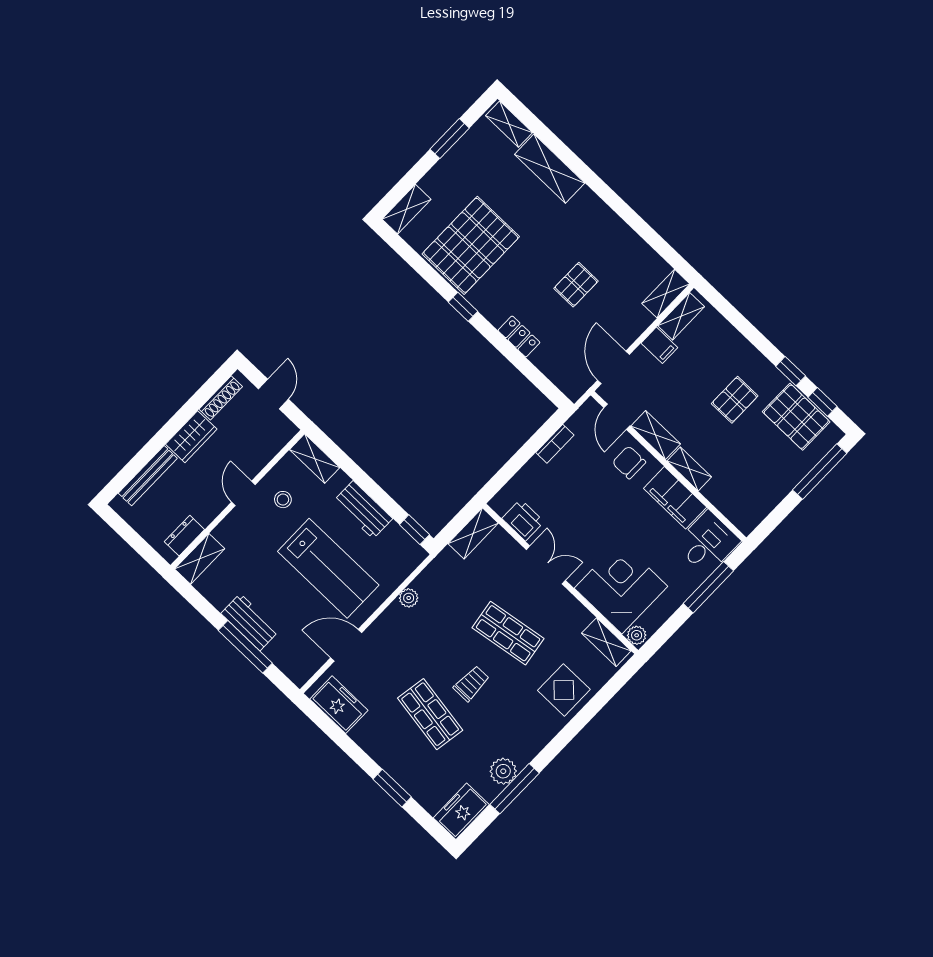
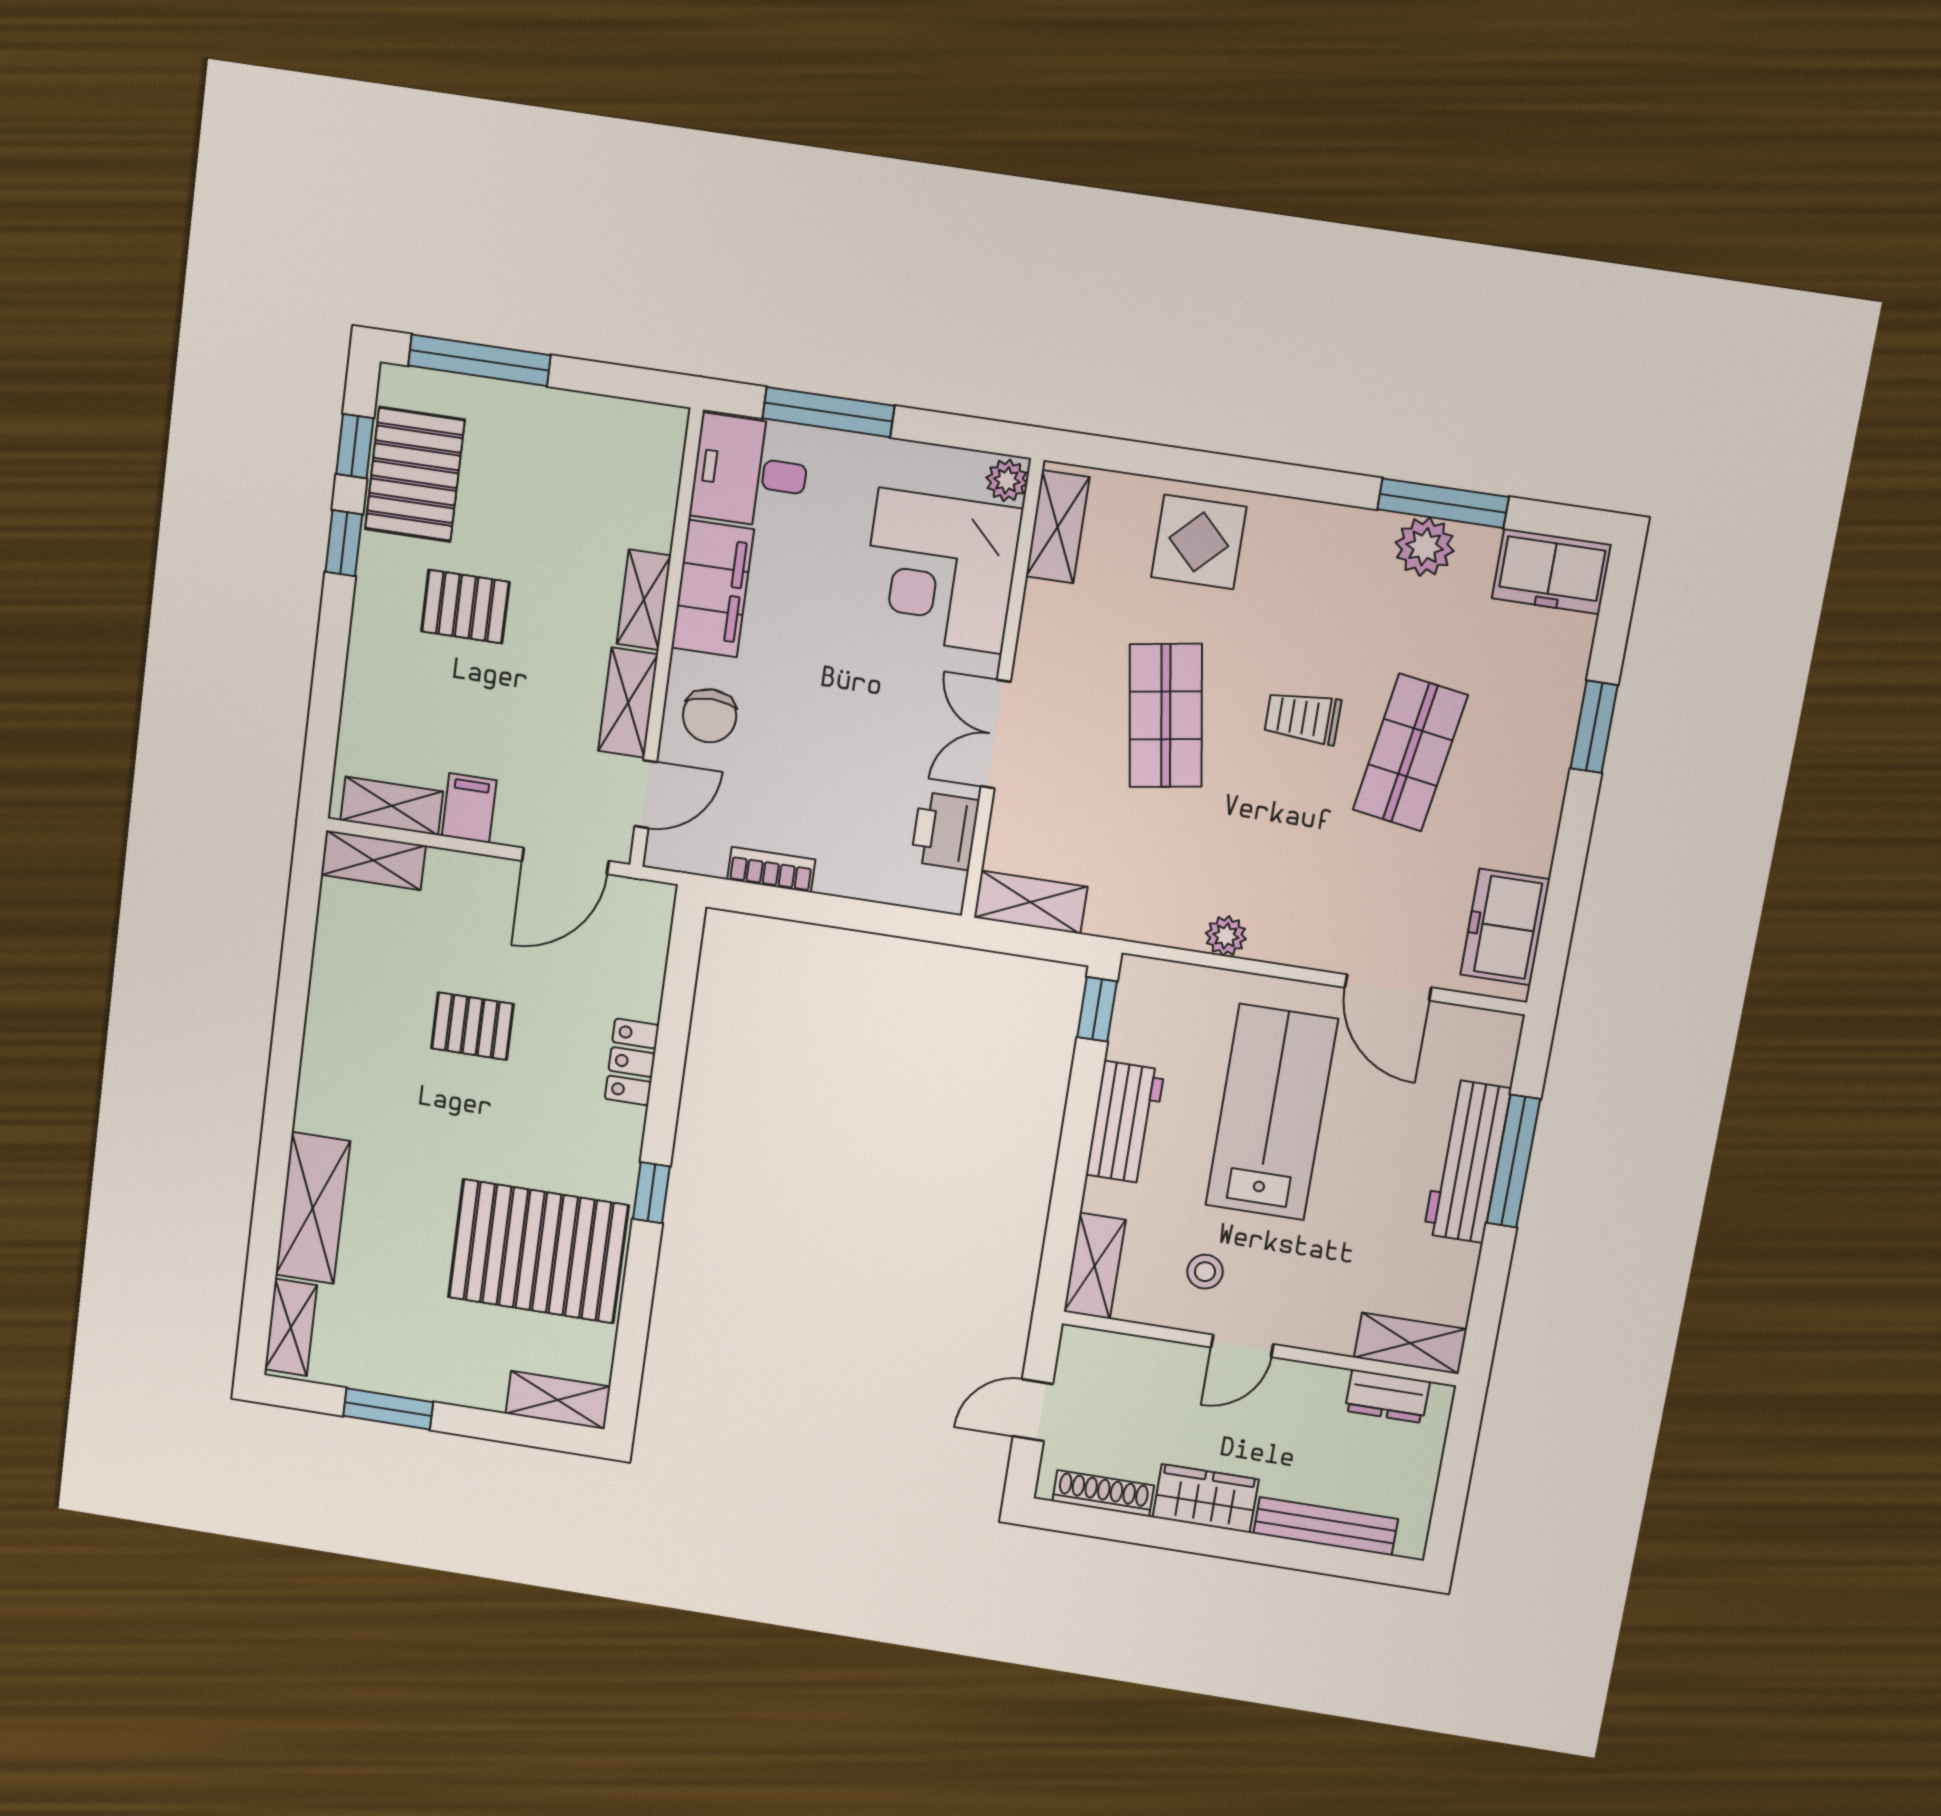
workbench: (250, 622) -> (1467, 1161), width x1.38

